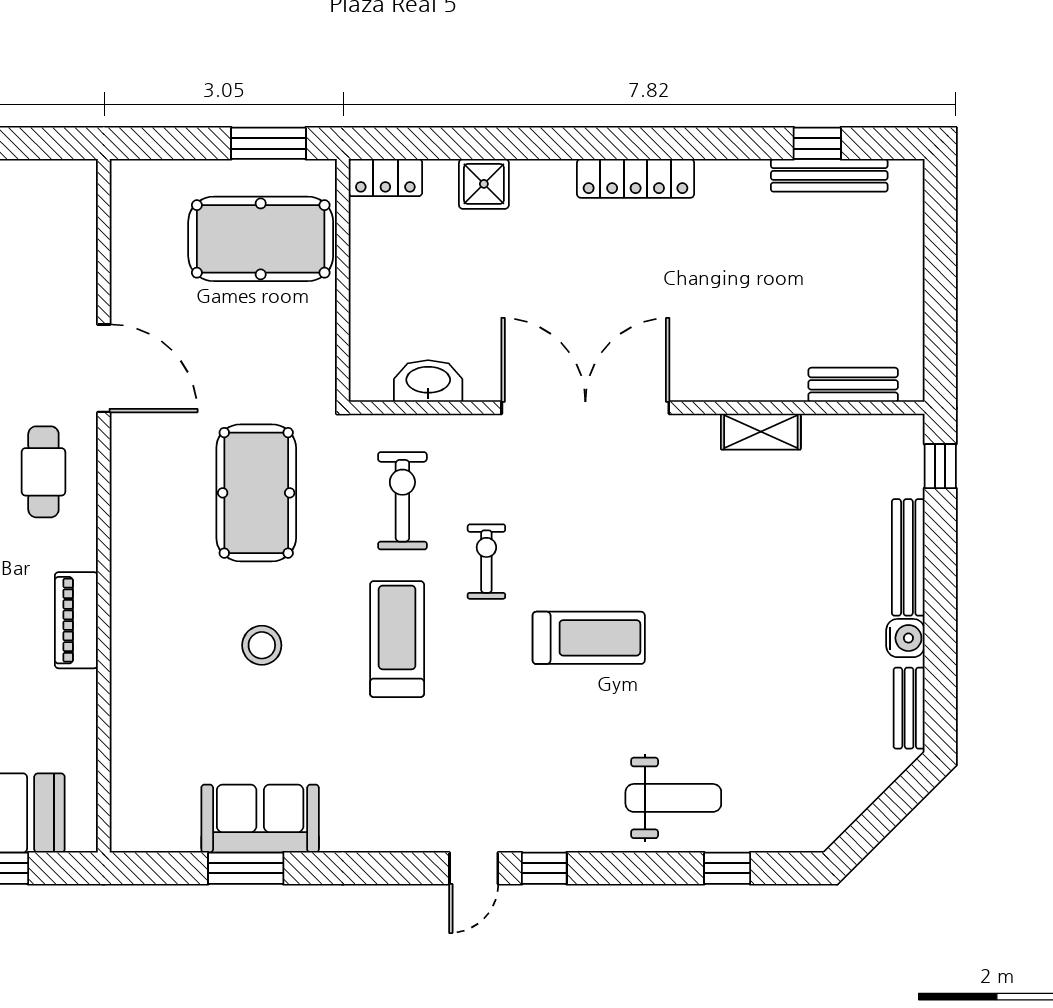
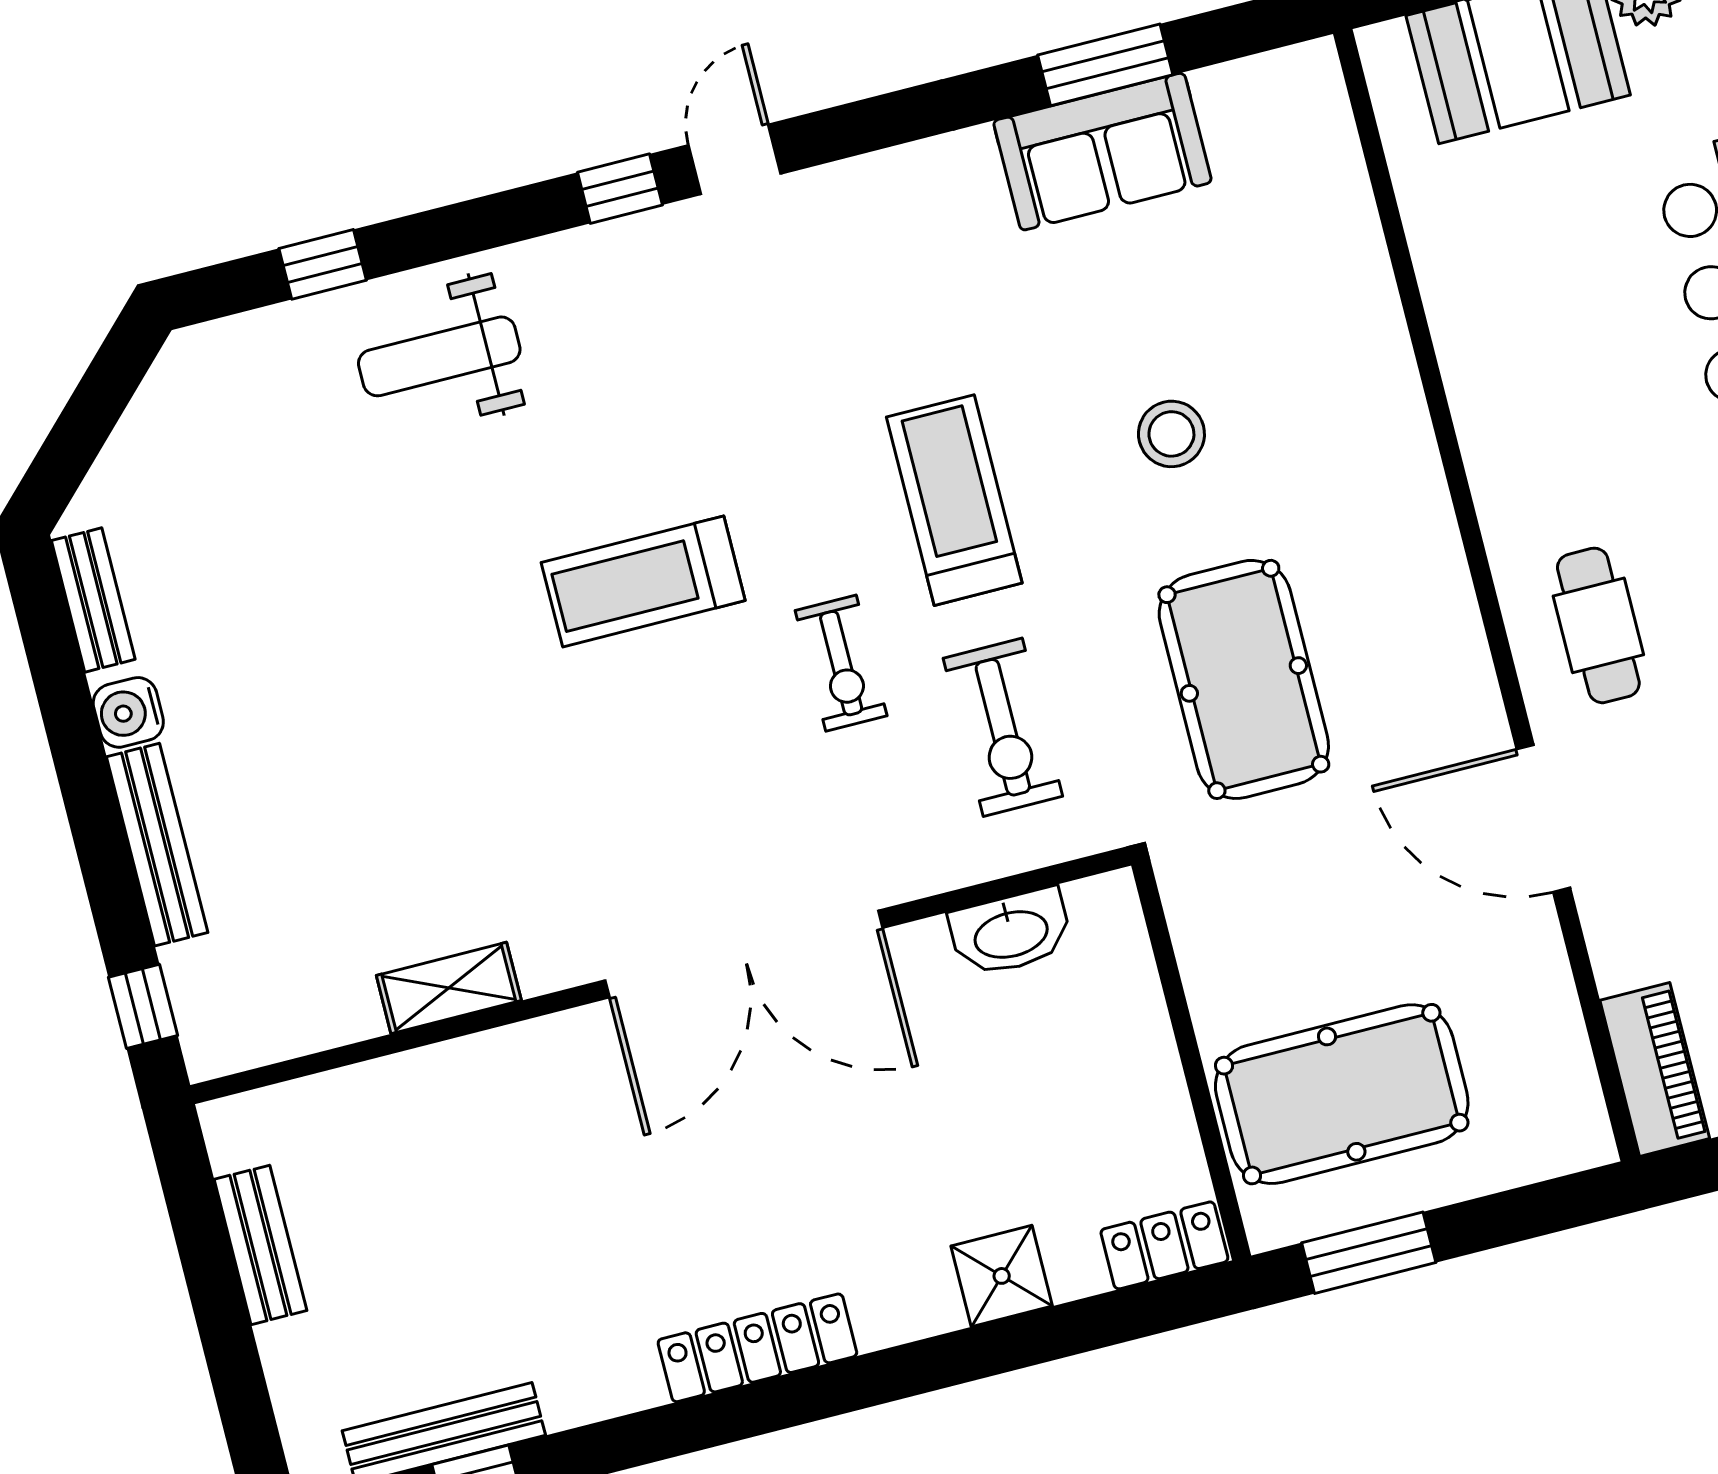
bench: (853, 385) -> (260, 1245), moved, turned 90
piano: (76, 620) -> (1655, 1069), moved
treadmill: (397, 639) -> (954, 500), turned 180

